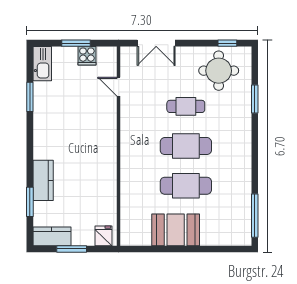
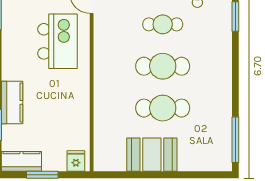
kitchen island: (86, 122) -> (58, 41), added

